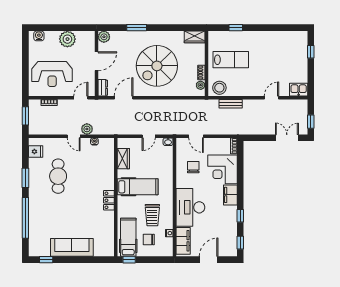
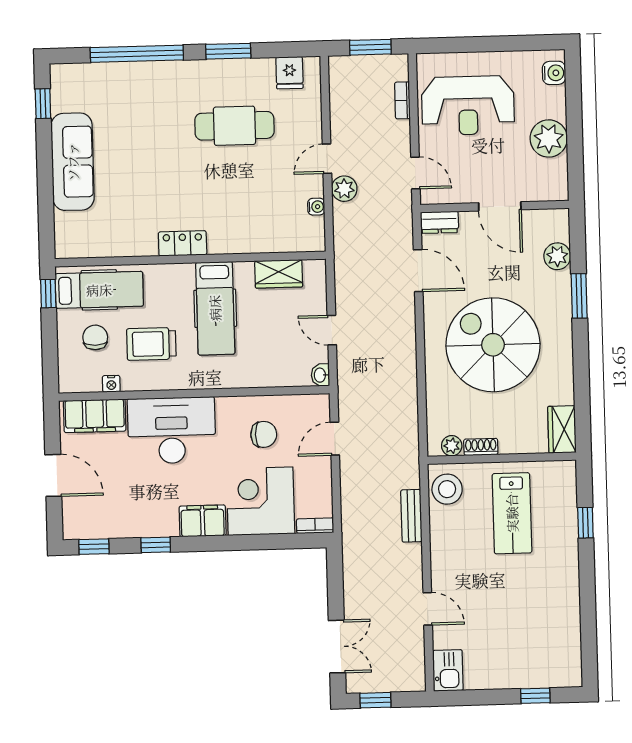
plant: (104, 37) -> (557, 256), moved
reception desk: (52, 74) -> (468, 105), turned -90

